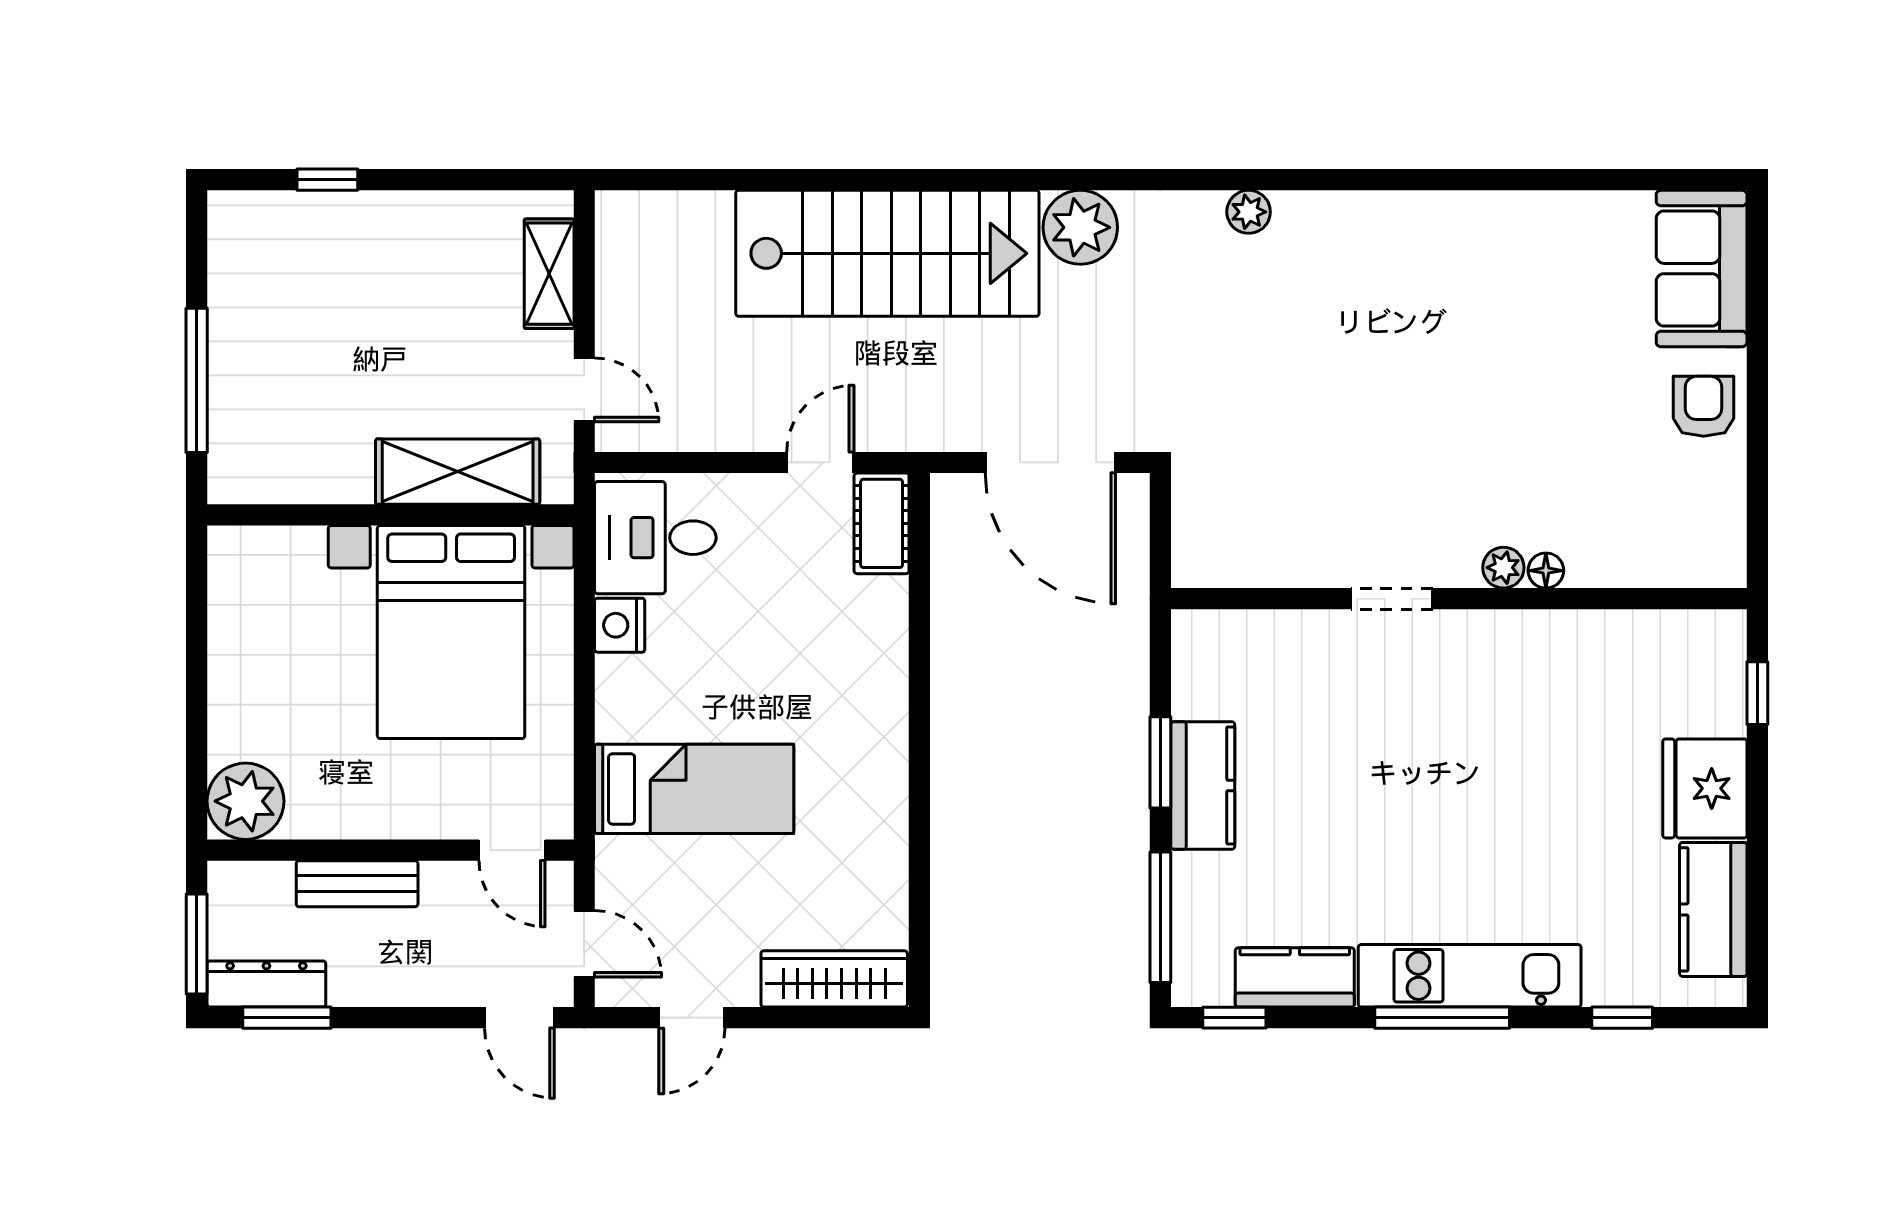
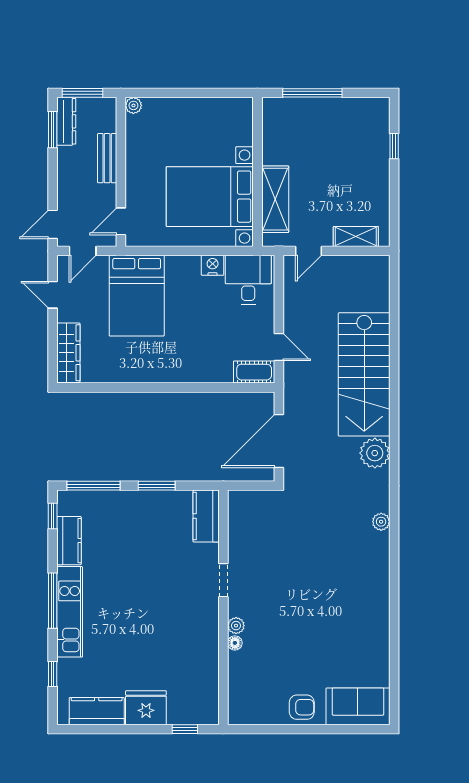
kitchen counter: (1203, 786) -> (206, 516), moved, turned 90
bed: (694, 789) -> (137, 296), width x1.50
plant: (246, 801) -> (133, 105), width x0.53, depth x0.53

